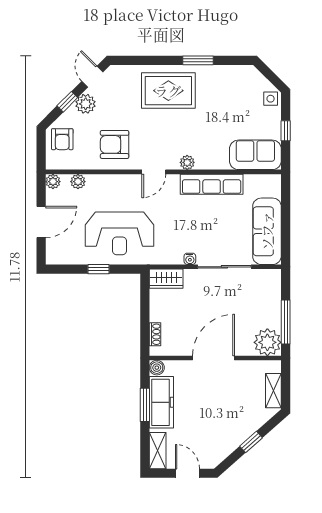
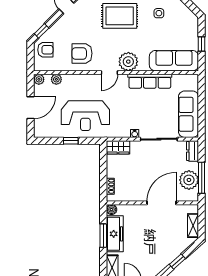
side table: (271, 99) -> (159, 13), moved
window: (67, 102) -> (42, 31), moved
plant: (86, 104) -> (62, 25), removed
armchair: (62, 139) -> (45, 50), turned -90
sofa: (255, 155) -> (174, 61), width x1.36
plant: (187, 162) -> (128, 62), width x1.87, depth x1.87
dresser: (273, 284) -> (193, 151), added
plant: (267, 342) -> (189, 180), moved
door: (213, 358) -> (162, 203), moved

